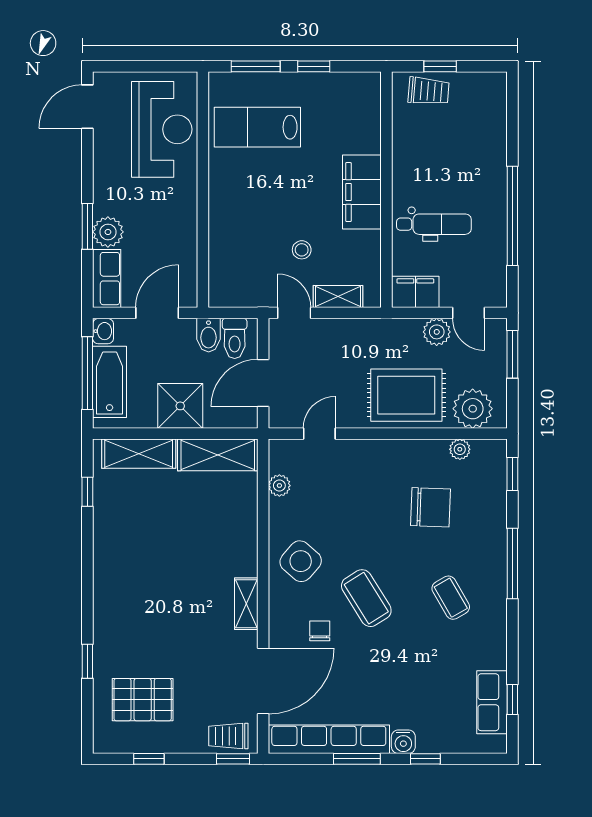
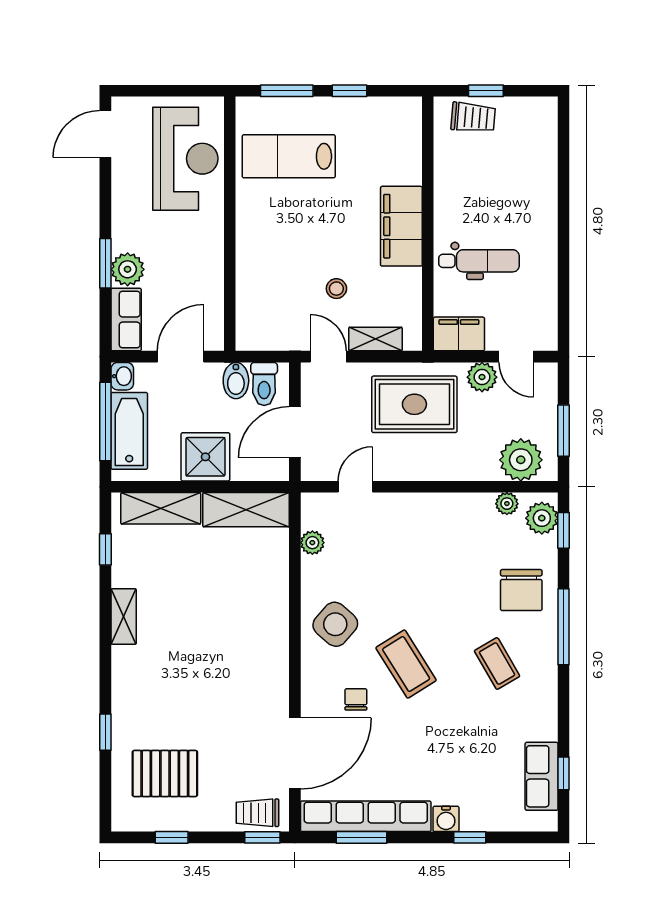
window: (512, 216) -> (564, 252), removed
window: (512, 354) -> (564, 431), moved
rug: (406, 395) -> (414, 404), moved
plant: (492, 463) -> (542, 518), added
chair: (430, 507) -> (521, 590), moved, turned 88
shelving: (246, 604) -> (124, 617), moved
window: (357, 759) -> (362, 837), moved

